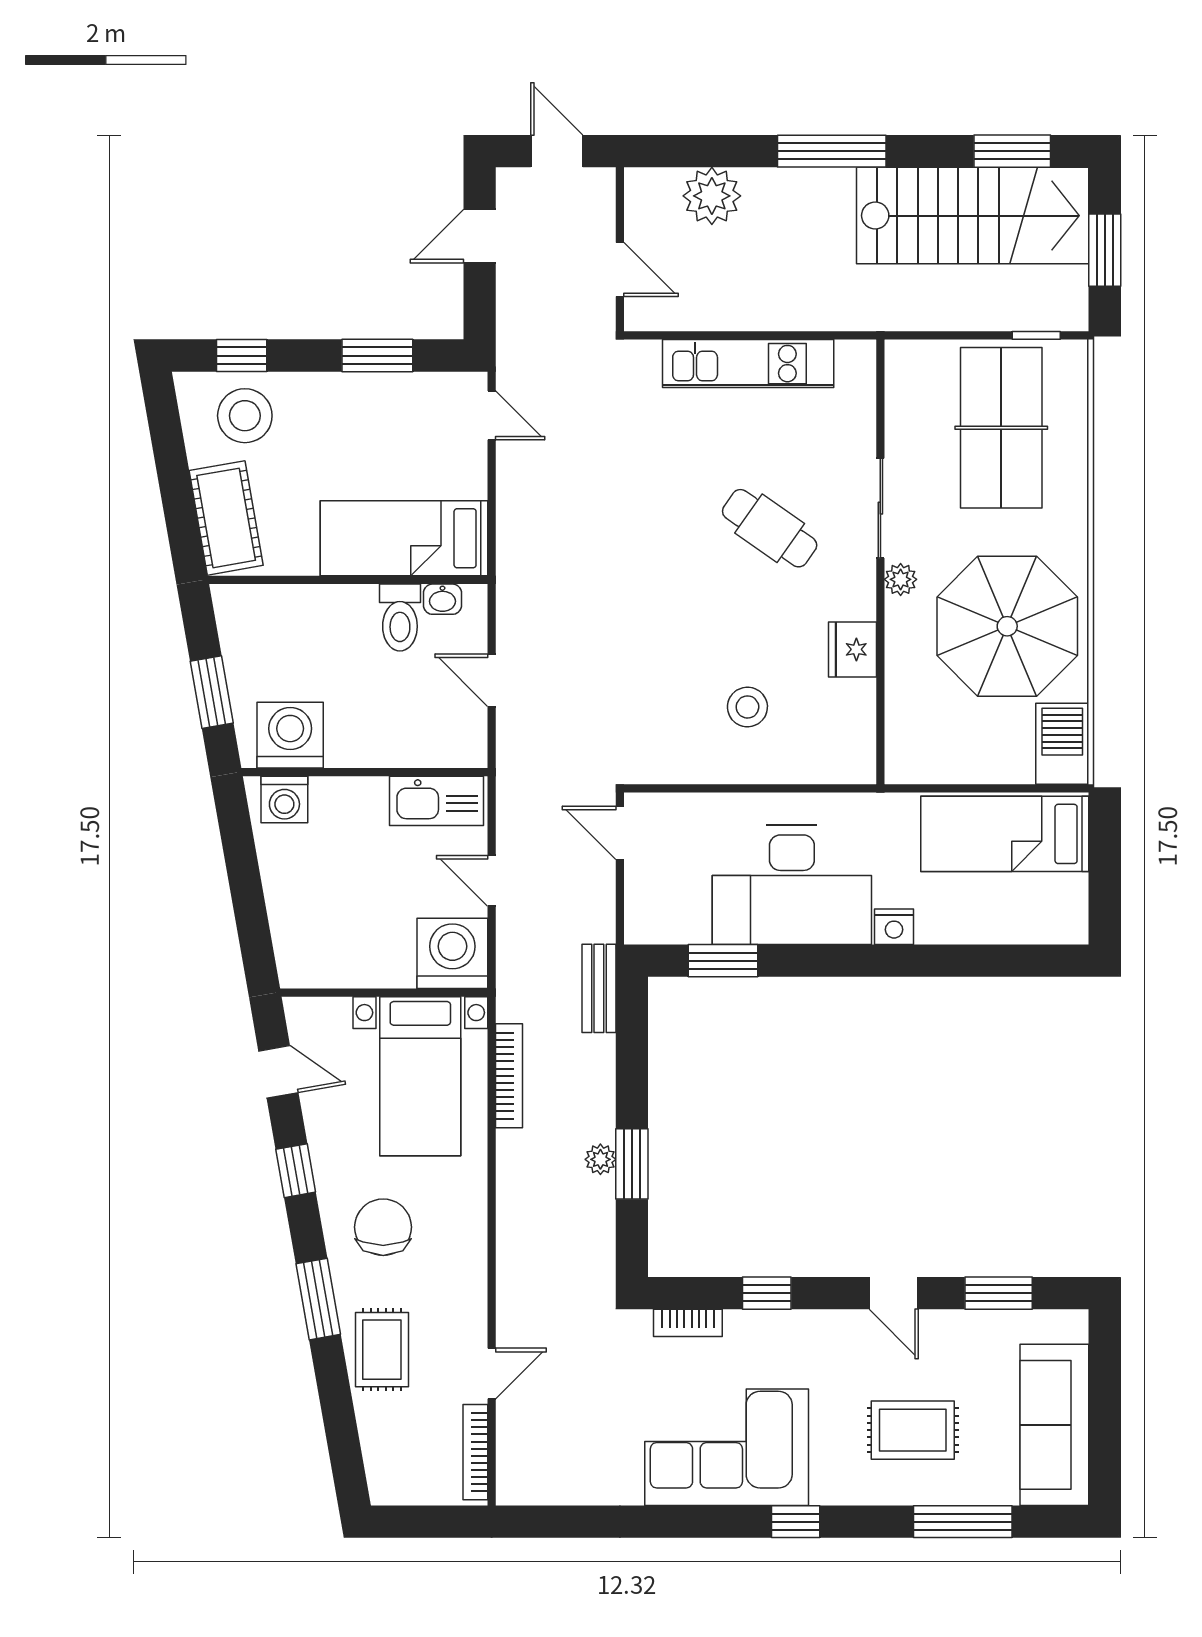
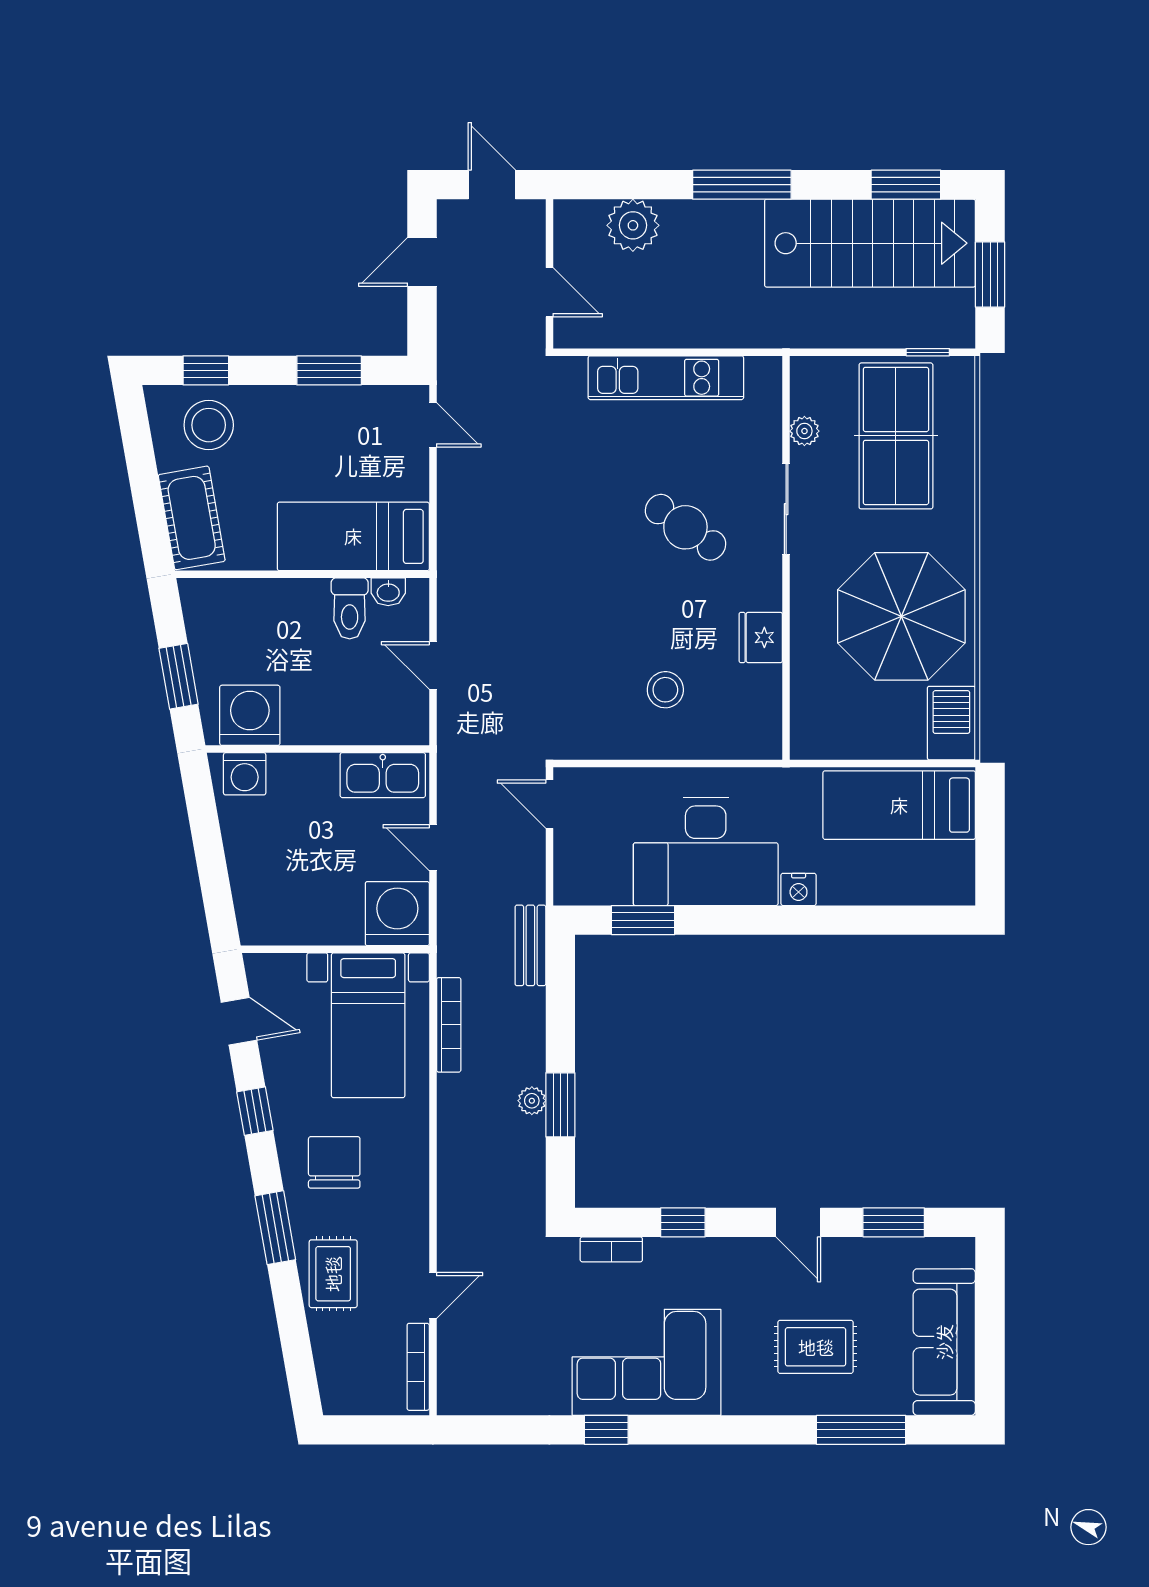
plant: (901, 579) -> (804, 431), moved
window: (796, 1522) -> (606, 1430), moved

